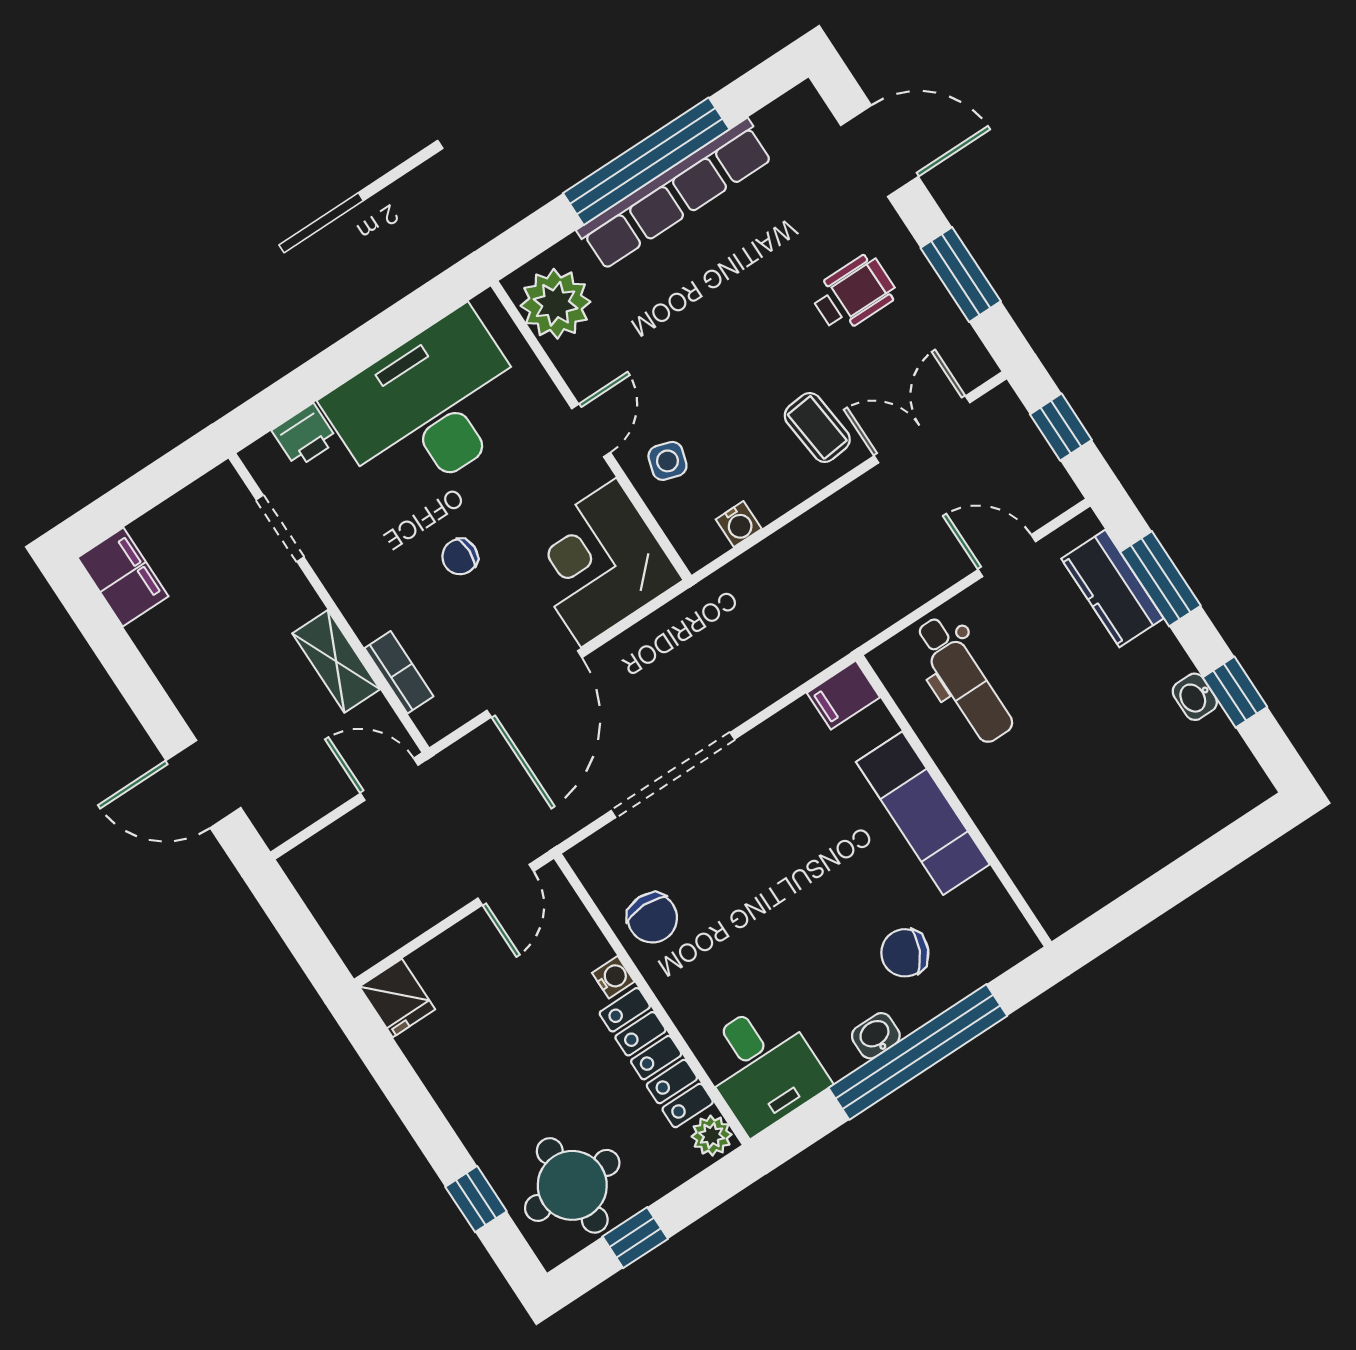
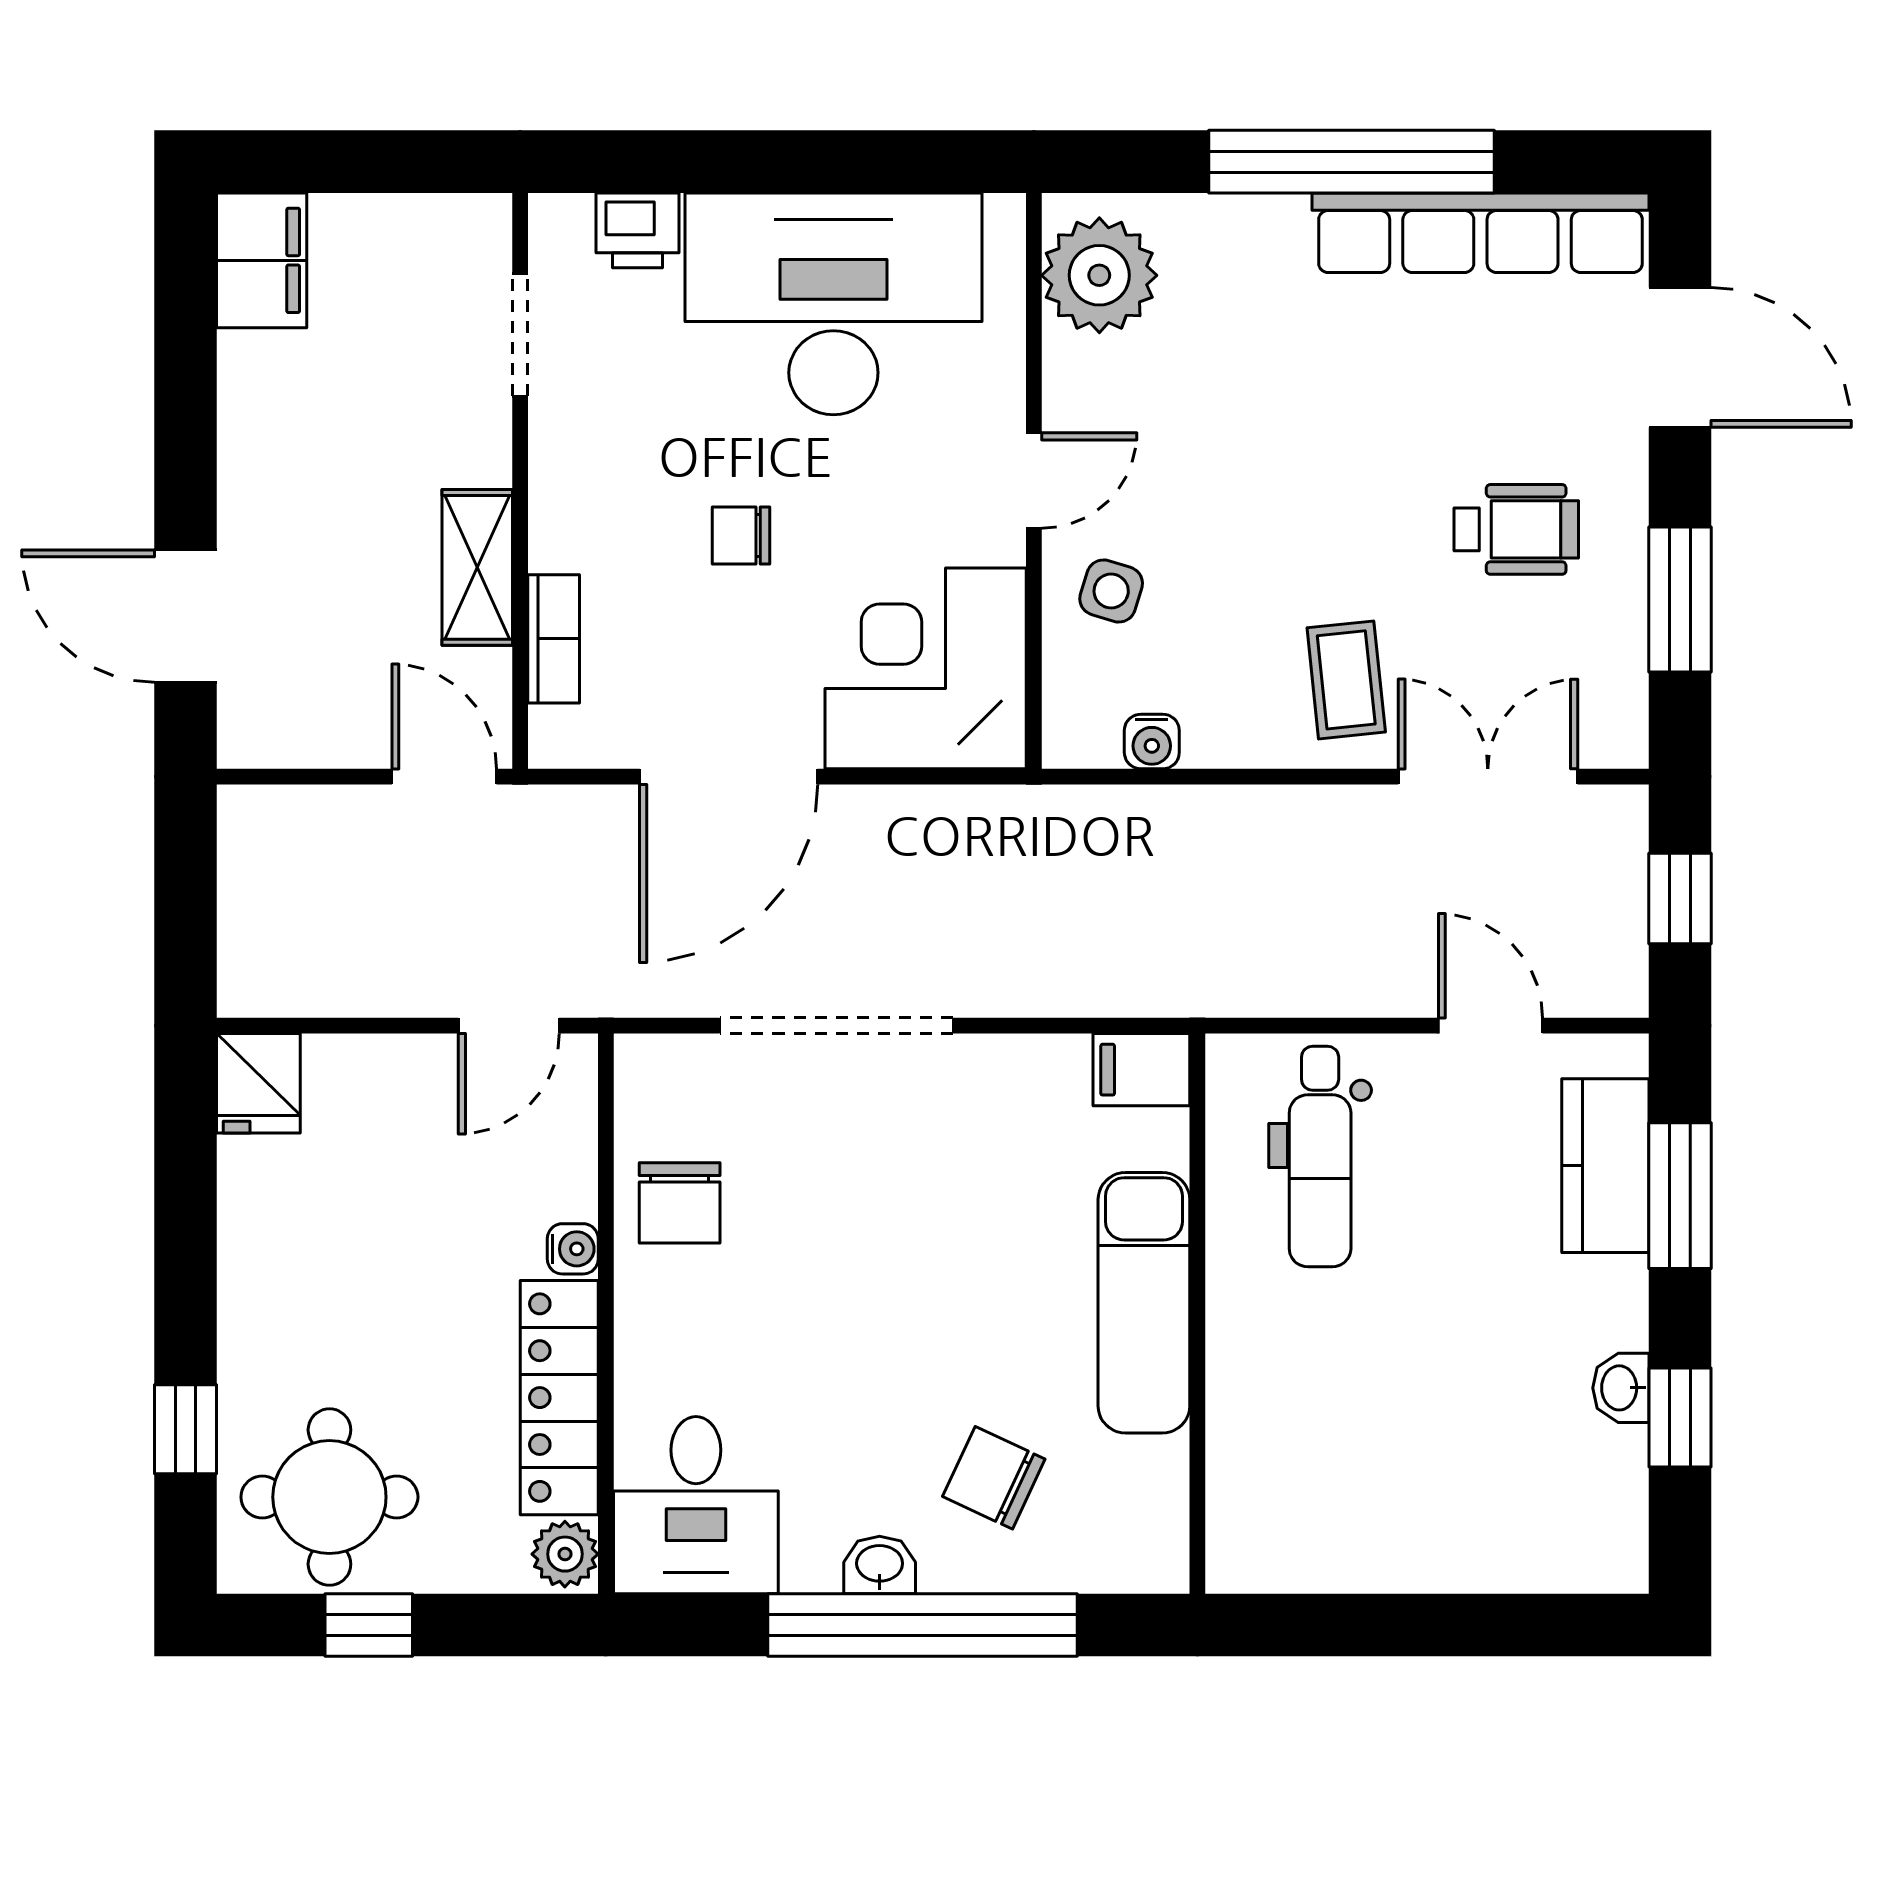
row of seats: (675, 194) -> (1480, 233), moved

